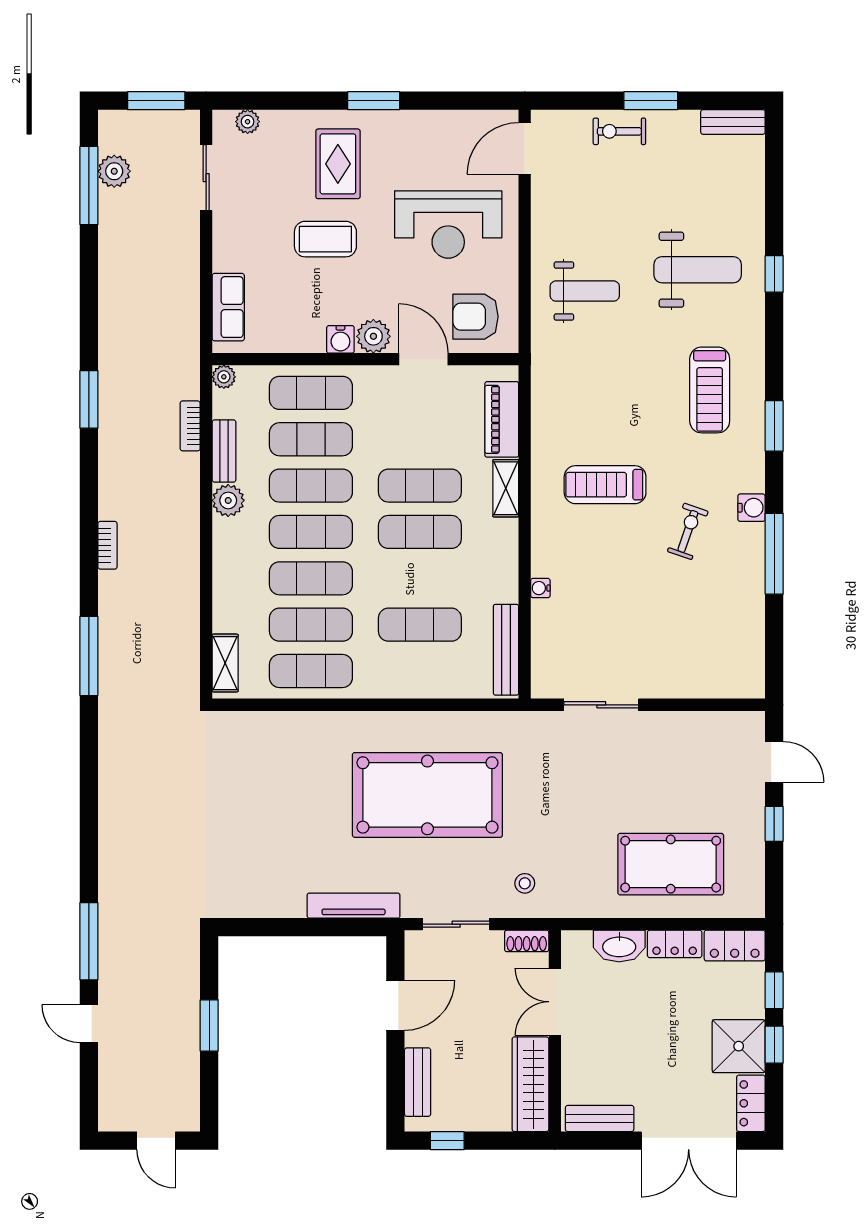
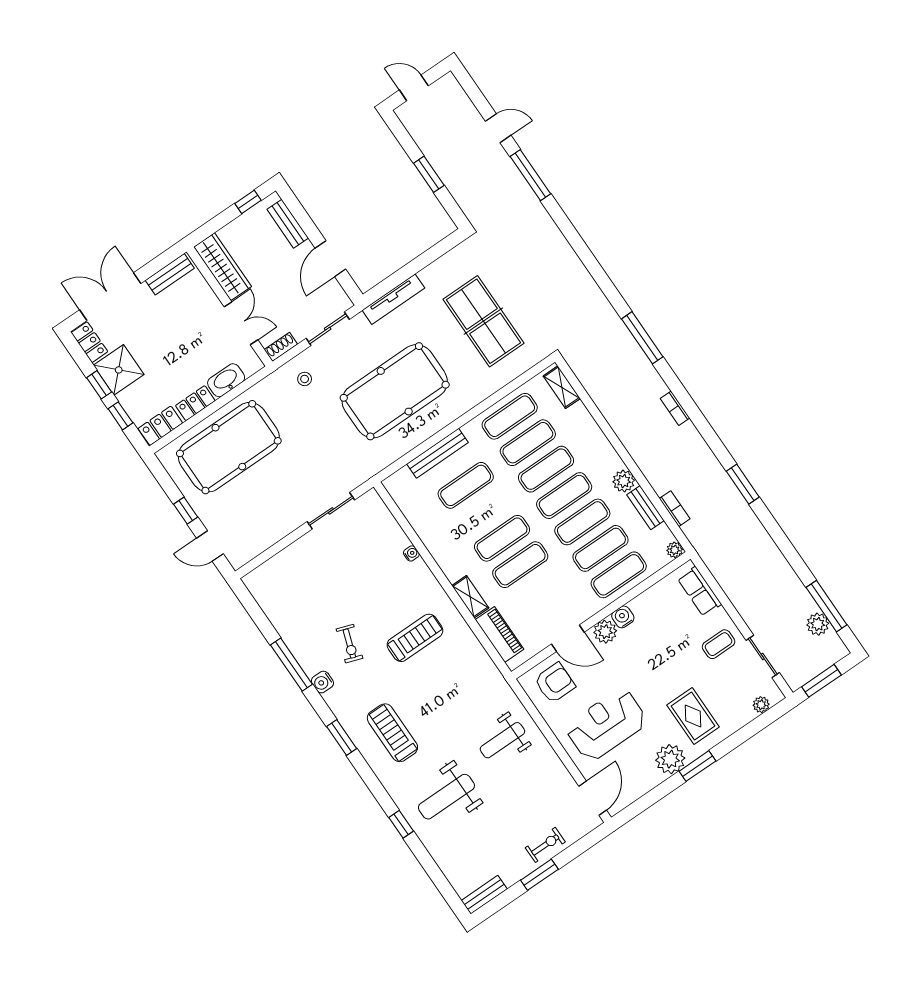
plant: (400, 131) -> (670, 759), added
coffee table: (325, 239) -> (719, 644), moved, width x0.73, depth x0.77
bench: (506, 650) -> (438, 453), moved, turned 90
table tennis table: (264, 806) -> (483, 321), added
pool table: (671, 864) -> (229, 447), width x1.36, depth x1.32

